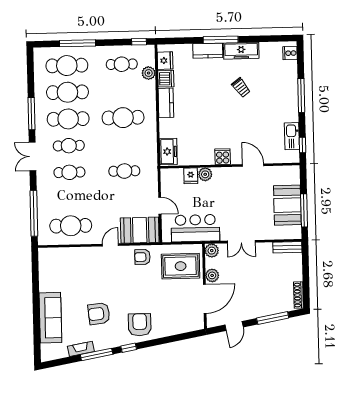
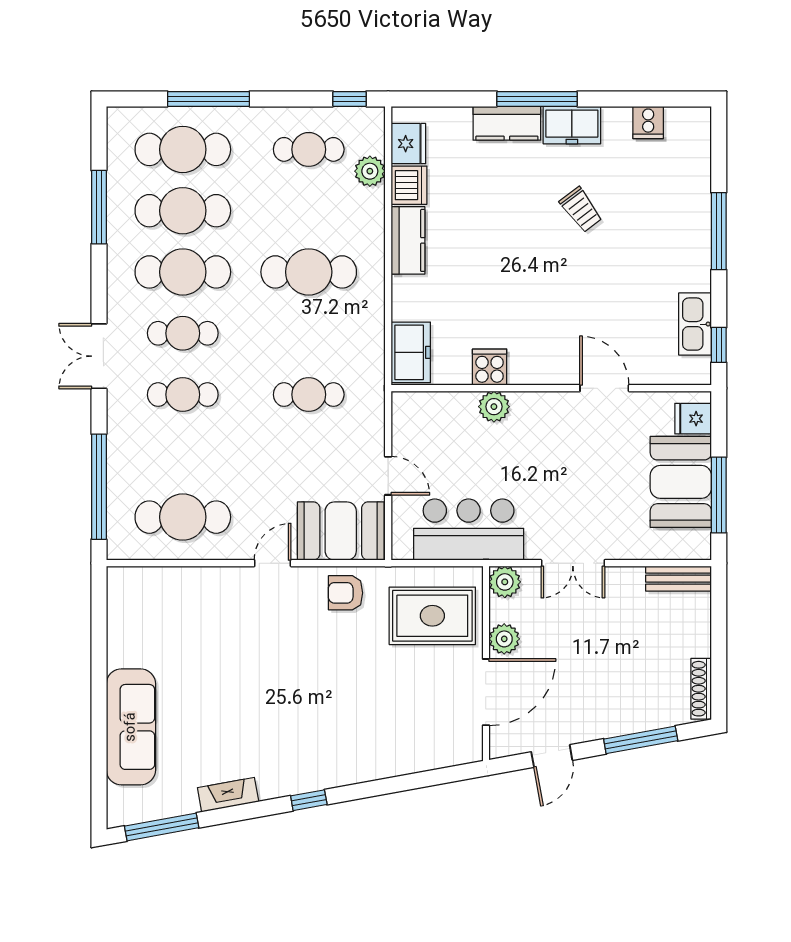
freezer: (241, 51) -> (572, 125), width x0.71
cooker: (290, 53) -> (648, 122), moved, turned -90
window: (31, 114) -> (99, 207), moved
cooker: (223, 157) -> (490, 367), moved
fridge: (191, 176) -> (693, 419), moved, turned 90
armchair: (99, 314) -> (242, 720), removed
armchair: (140, 325) -> (335, 748), removed
fireplace: (81, 349) -> (228, 795), moved
window: (97, 354) -> (162, 827), moved

